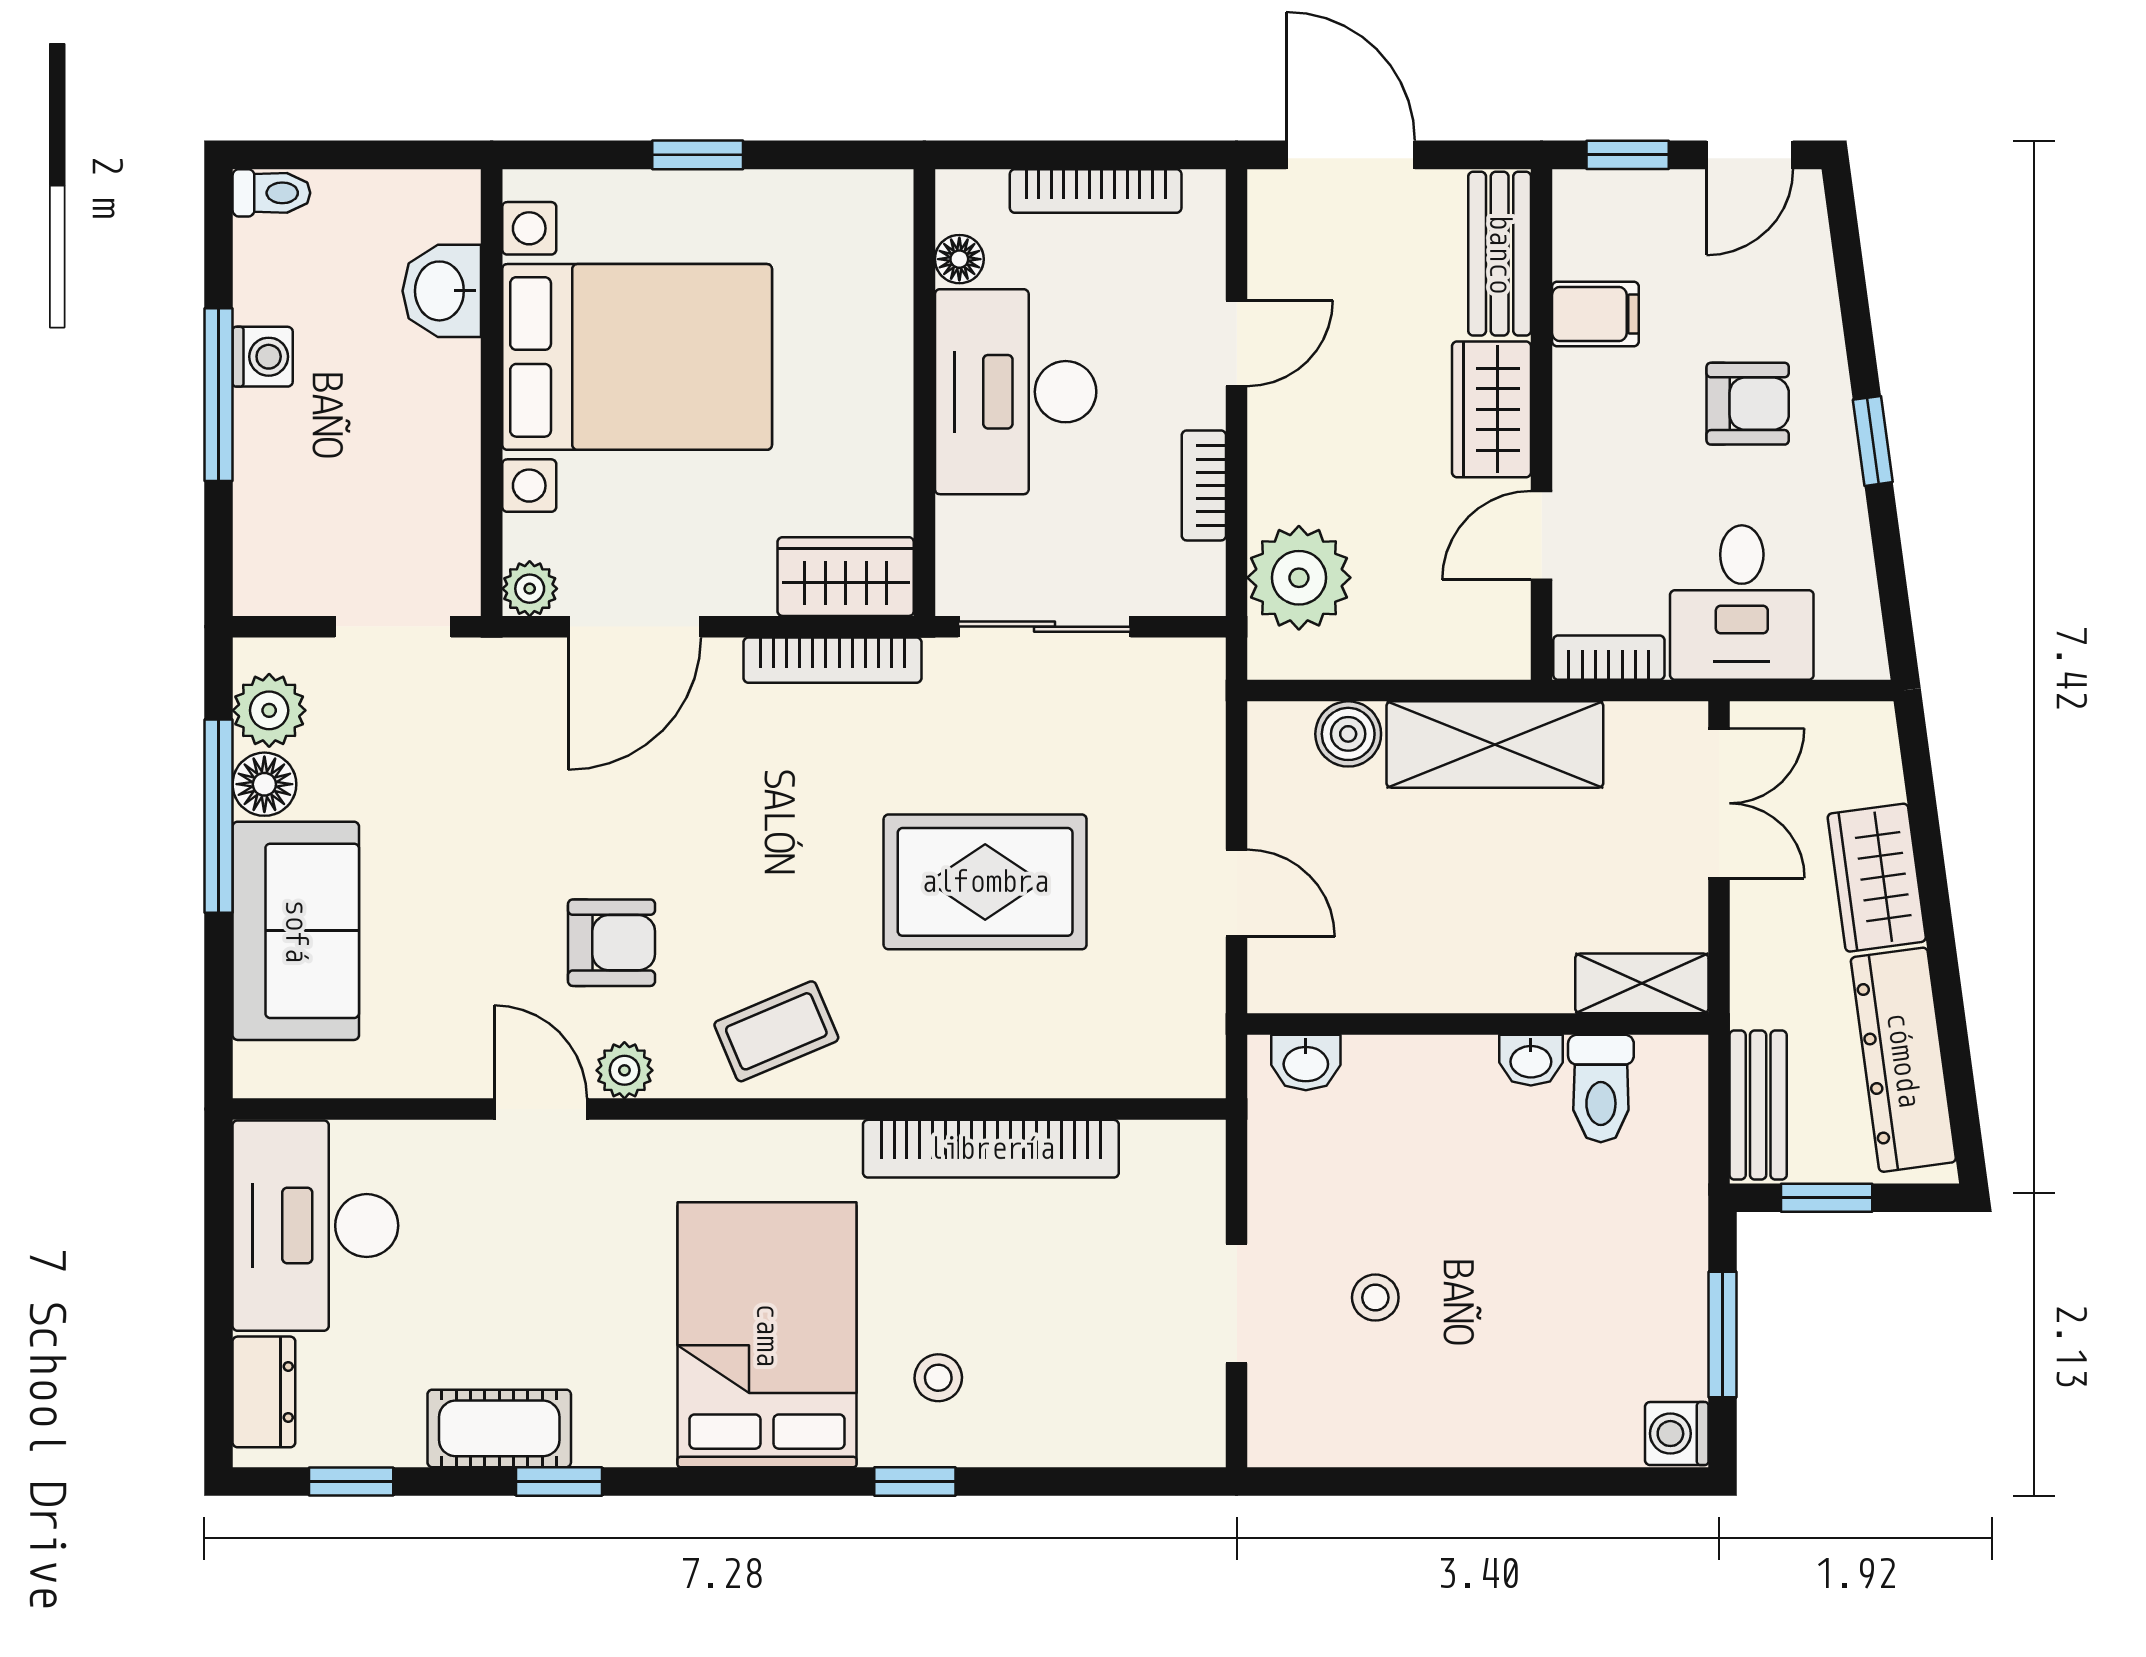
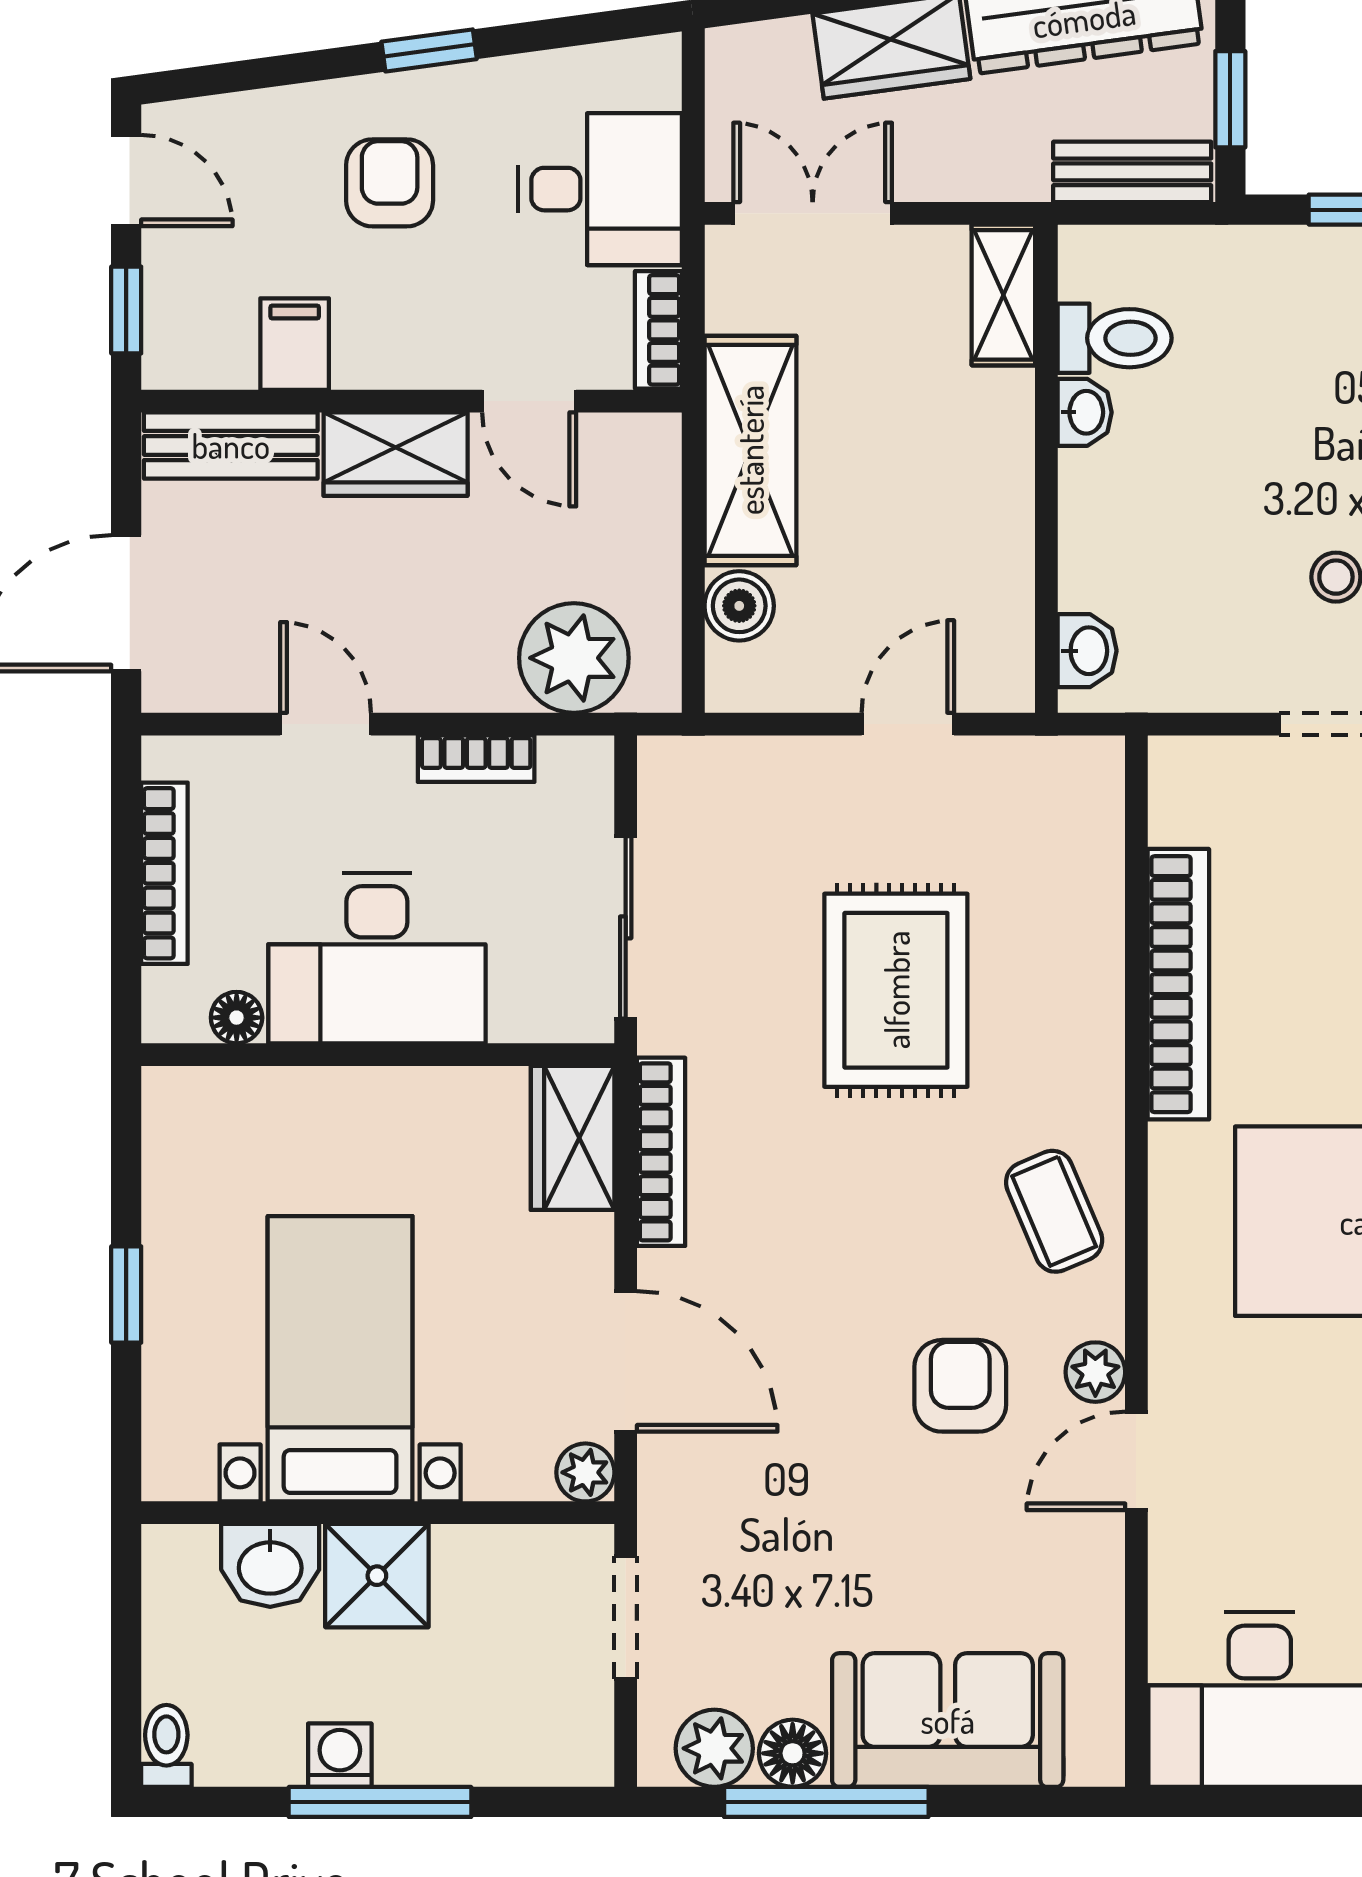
bed with nightstands: (637, 357) -> (340, 1359), width x0.73
shower: (432, 392) -> (377, 1576), added

